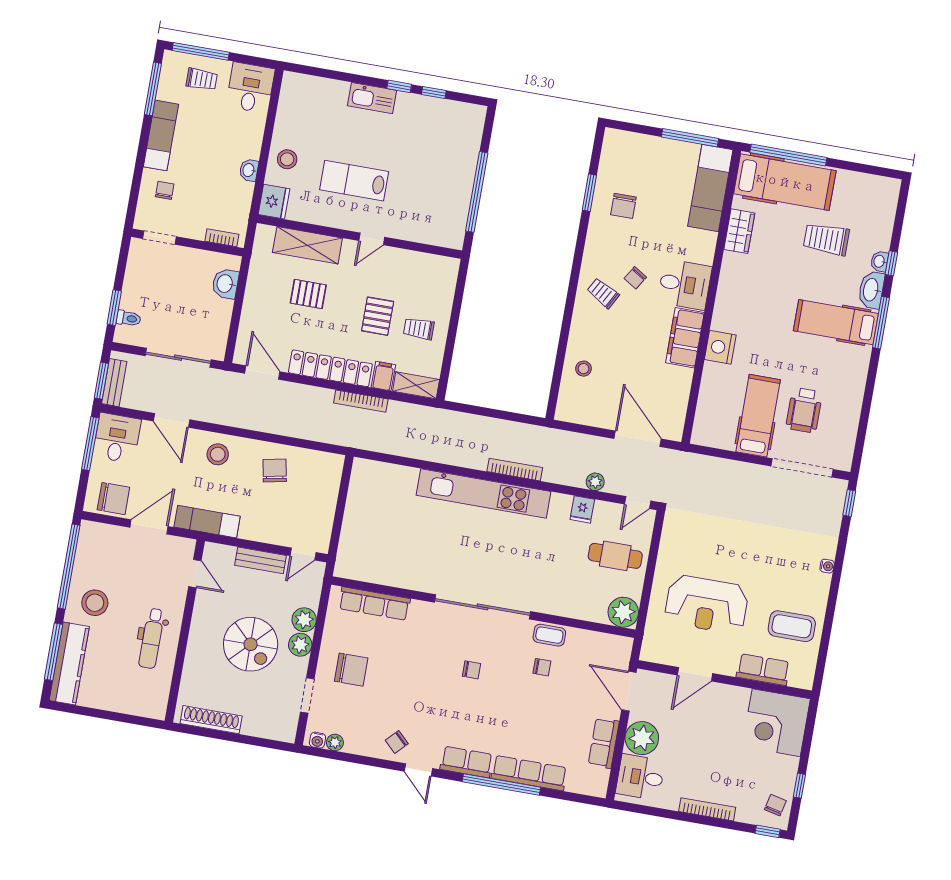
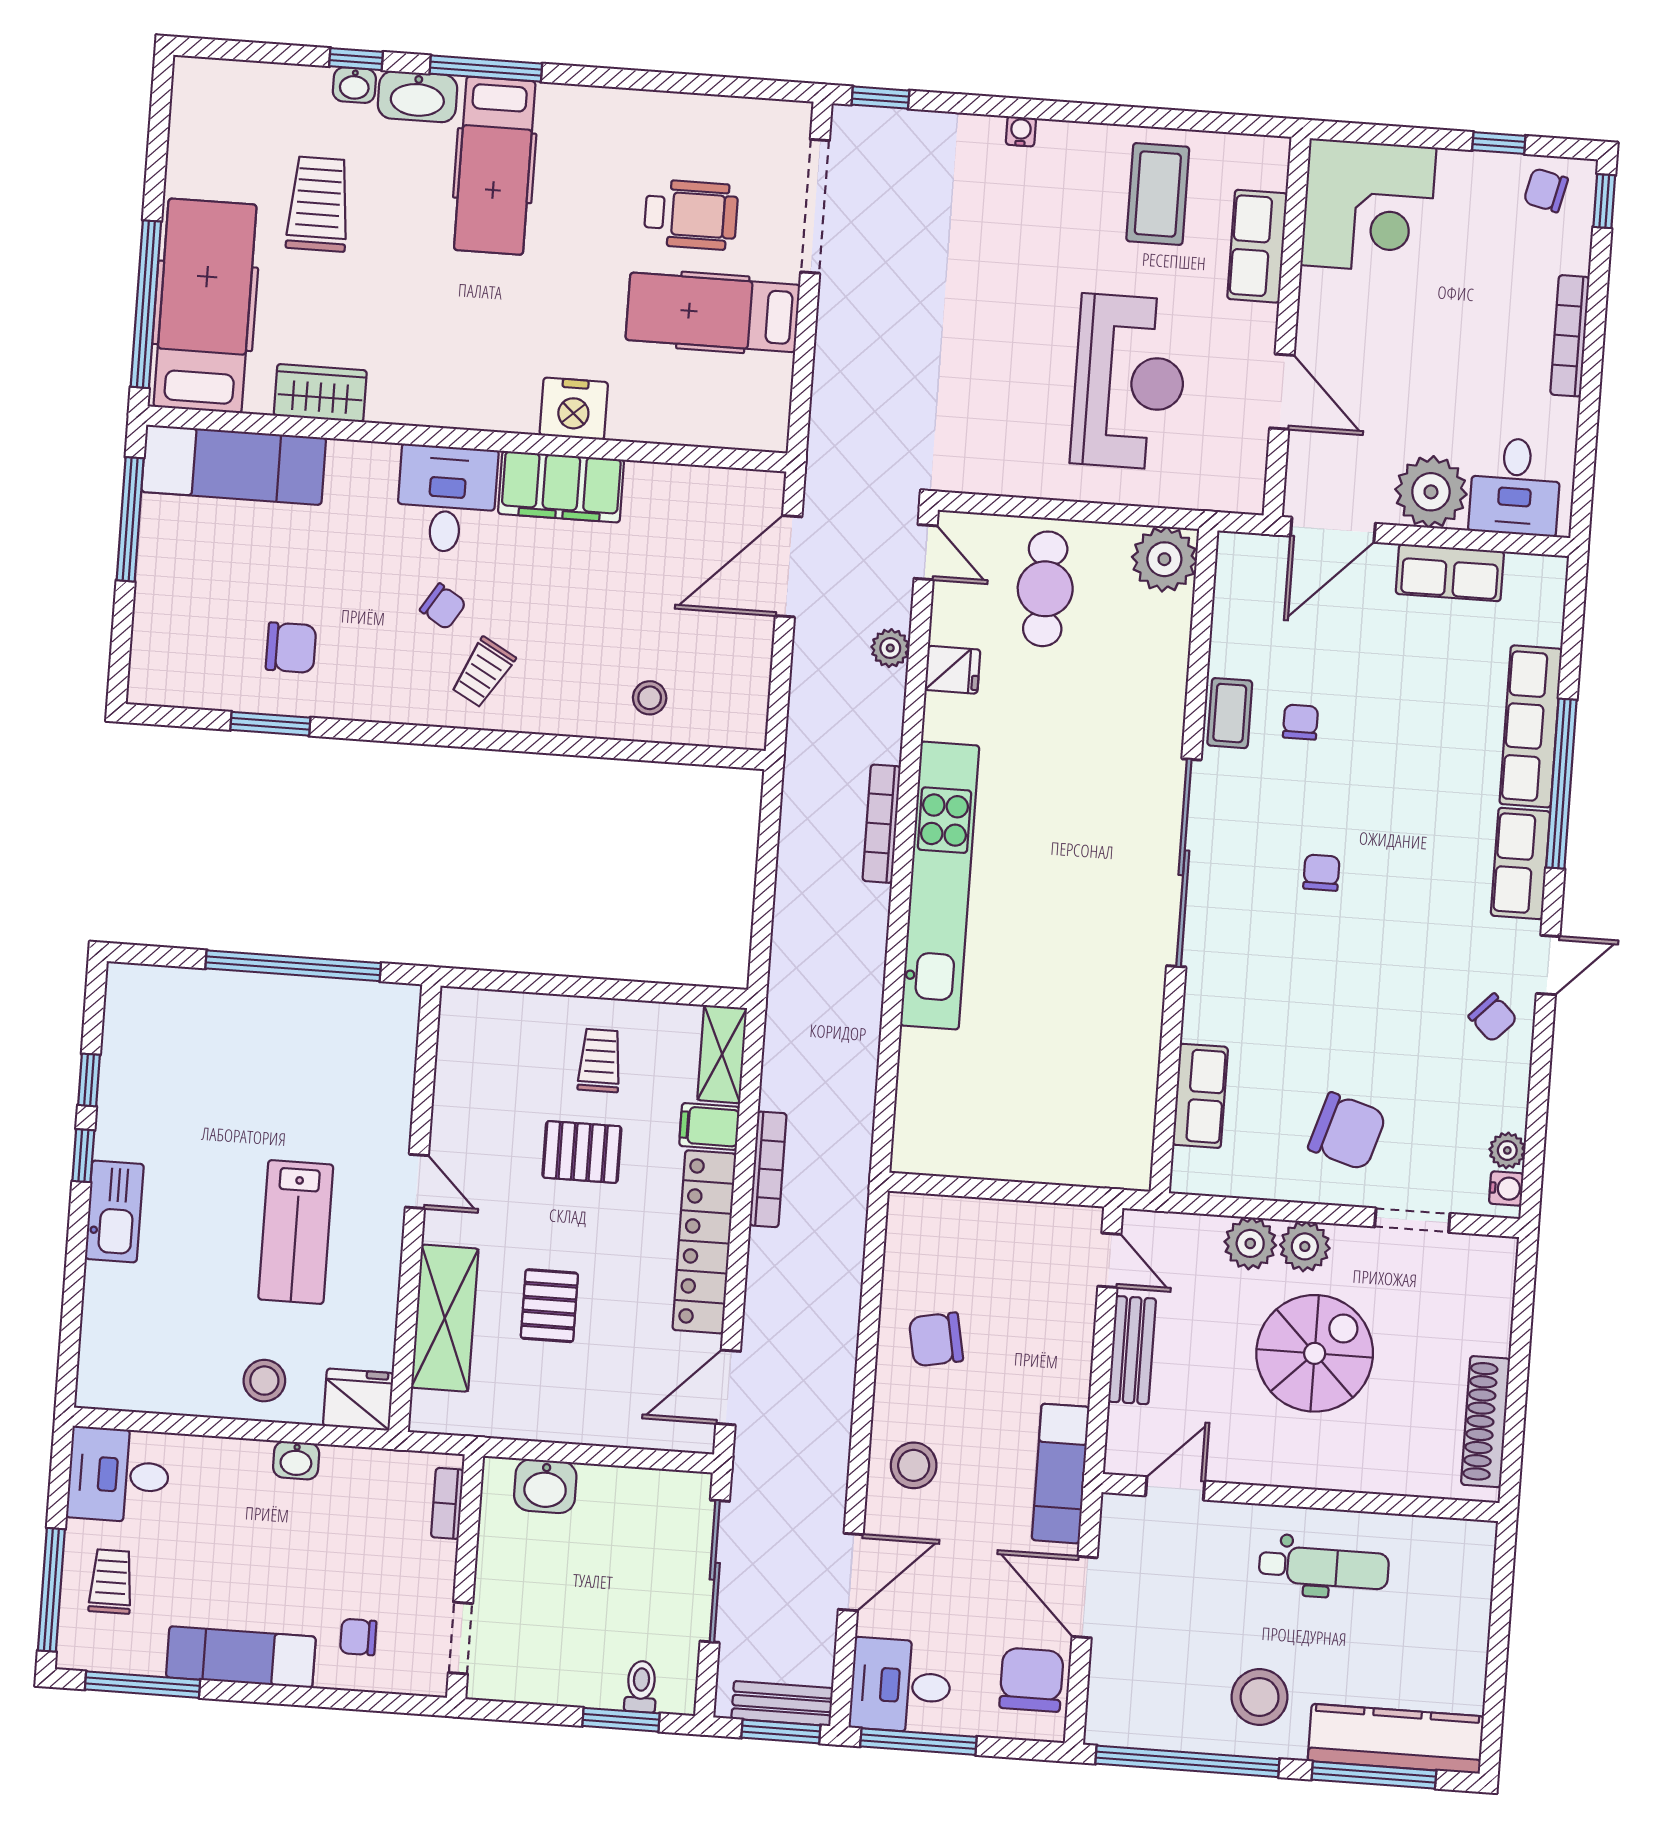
trolley: (826, 239) -> (318, 204), turned 180
trolley: (419, 329) -> (600, 1060), turned 180
row of seats: (374, 604) -> (1200, 1096), width x0.68
chair: (351, 670) -> (1347, 1131), turned 107

